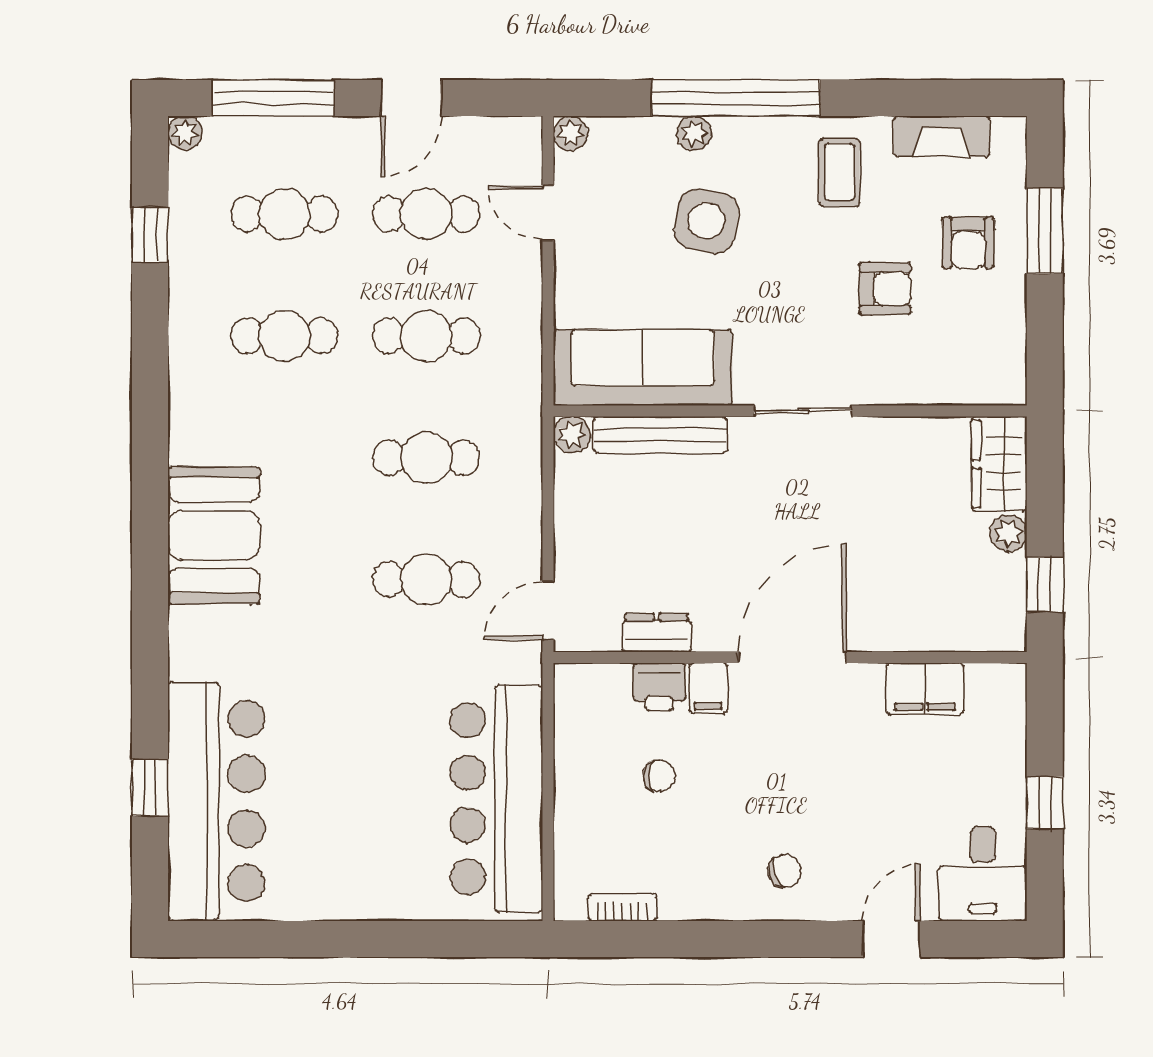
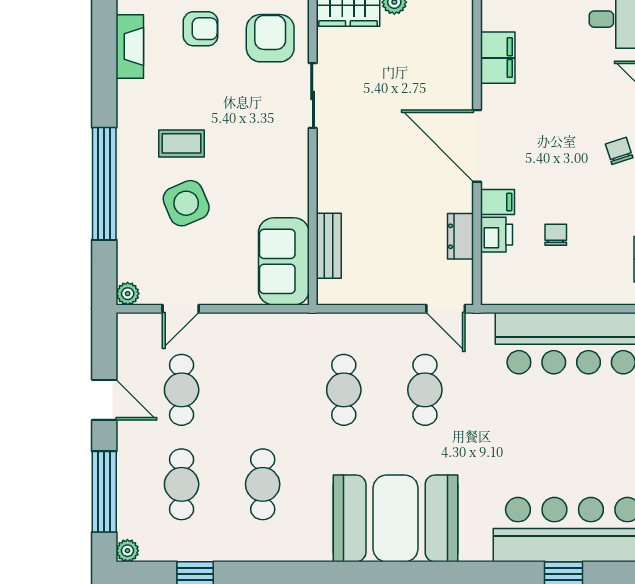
plant: (694, 133) -> (128, 211), removed
coffee table: (839, 172) -> (181, 143), moved
side table: (706, 221) -> (186, 203), turned -34
armchair: (885, 289) -> (270, 38), moved, width x1.38, depth x1.38
cafe table: (426, 336) -> (263, 390), removed
sofa: (643, 368) -> (284, 261), width x0.73
sliding door: (803, 411) -> (313, 95), moved
plant: (572, 435) -> (329, 293), removed
bench: (660, 435) -> (329, 246), width x0.73
booth: (214, 535) -> (396, 518), width x1.36, depth x1.42

